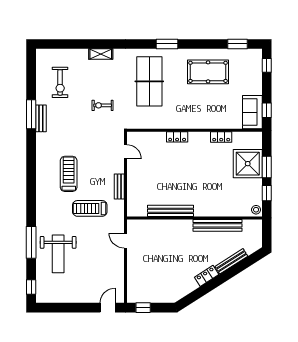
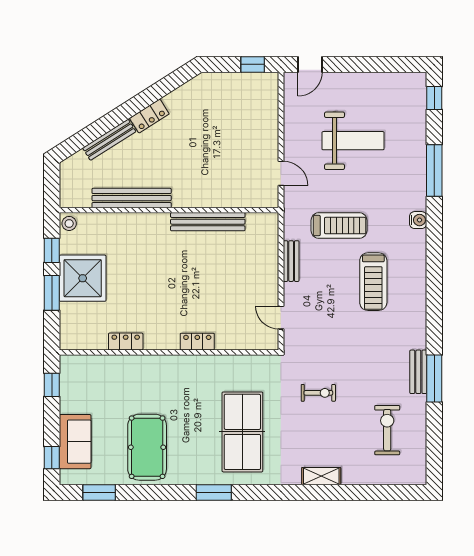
pool table: (208, 72) -> (147, 447), turned 90
sofa: (252, 112) -> (75, 442), moved
shower: (248, 164) -> (83, 278), moved
water cooler: (41, 212) -> (418, 220), added
weight bench: (58, 254) -> (353, 141), moved, turned 90

